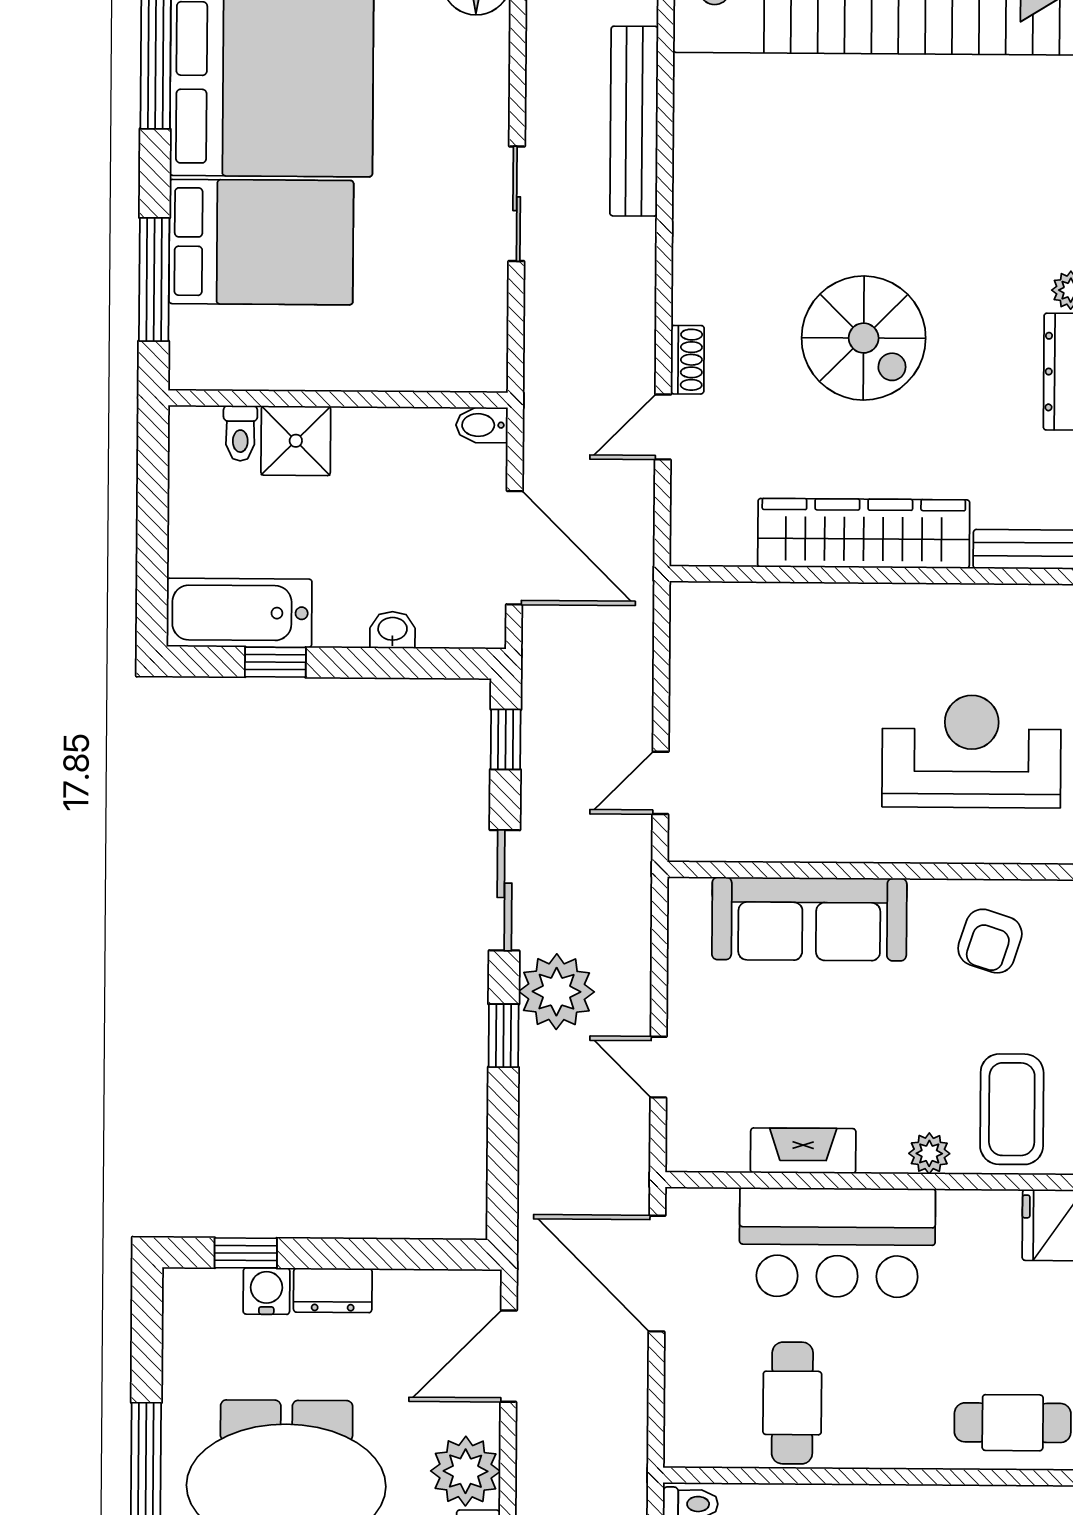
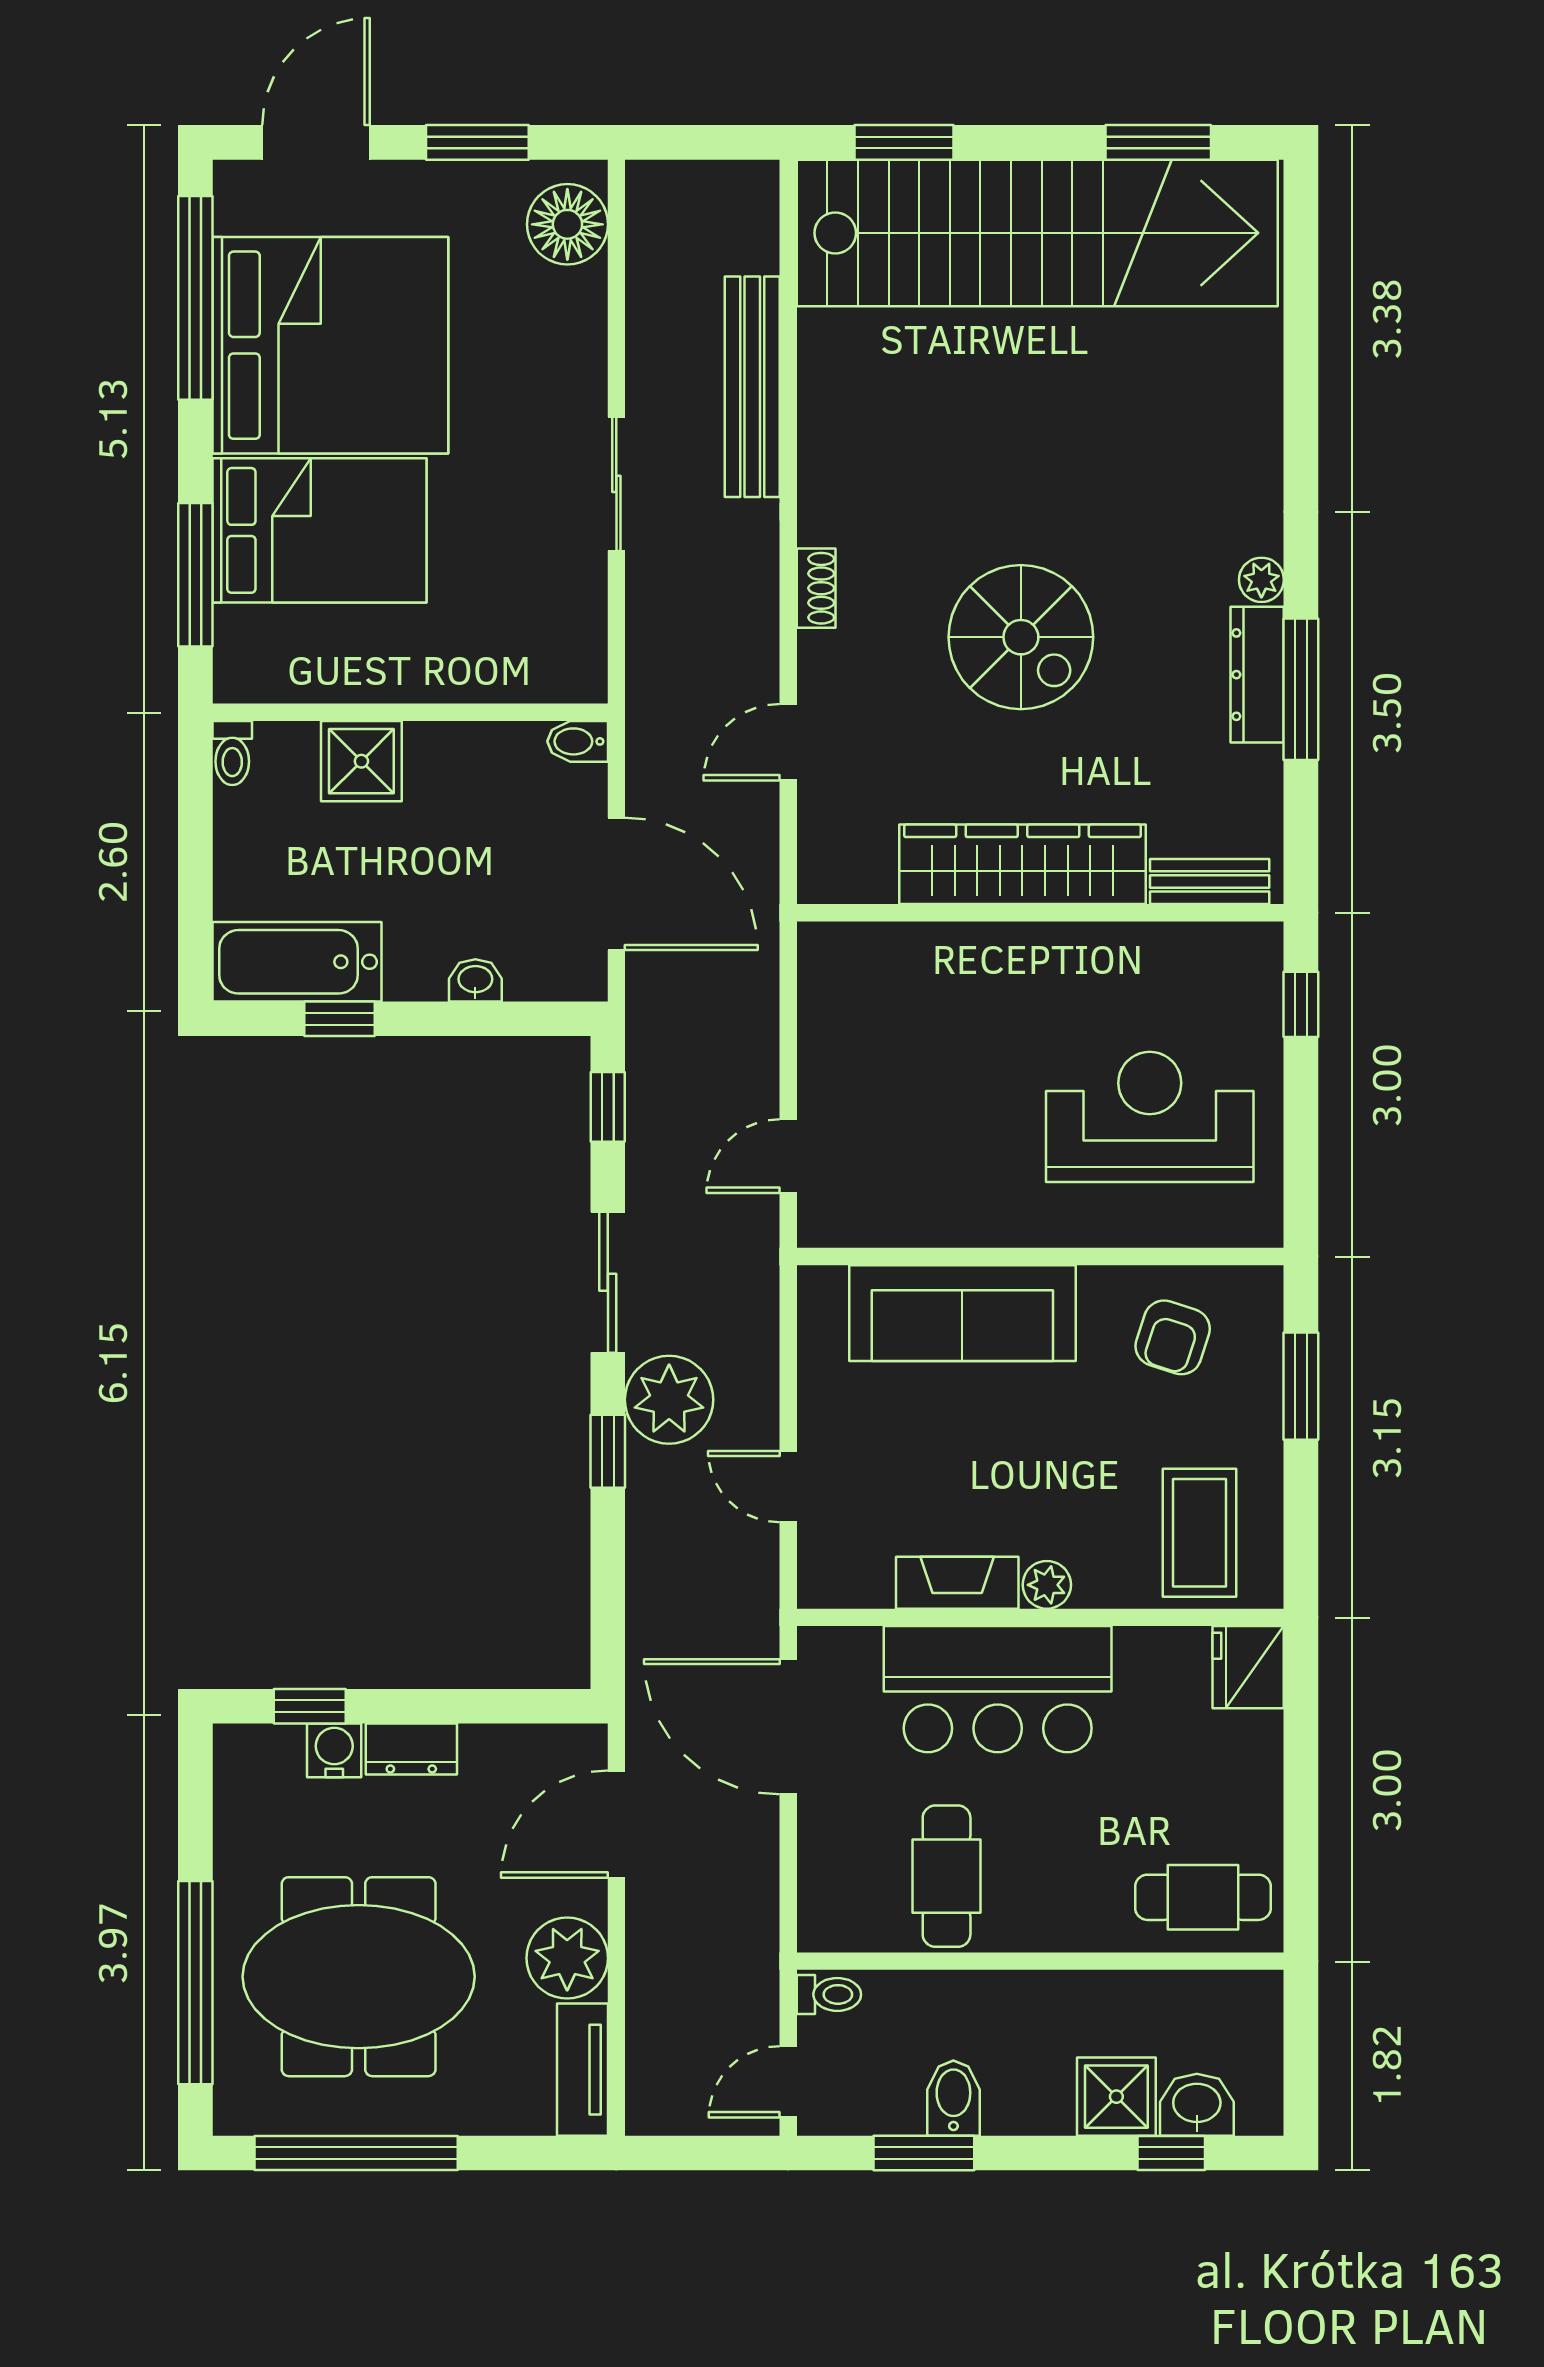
shoe rack: (687, 360) -> (816, 588), moved
toilet: (240, 433) -> (232, 753), moved
plant: (929, 1153) -> (1047, 1585), moved

